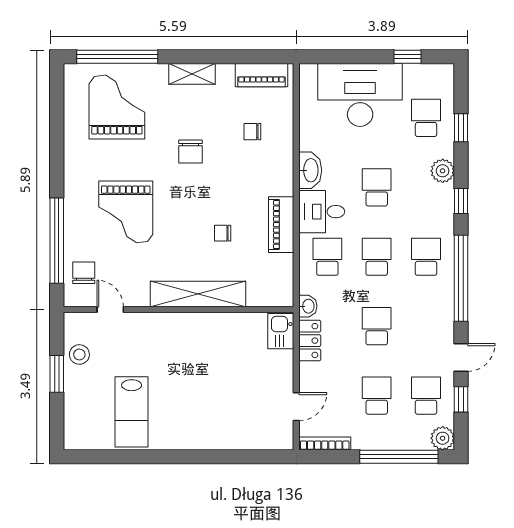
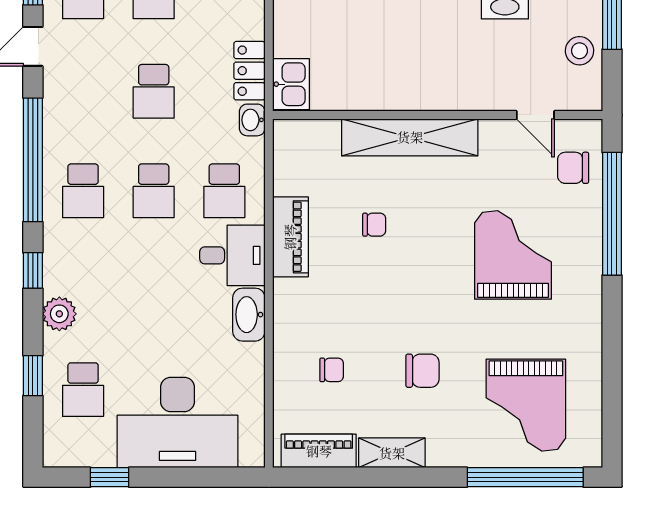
shelving: (192, 74) -> (392, 453), moved
chair: (191, 152) -> (422, 371), moved, turned 90
school desk: (377, 187) -> (154, 290), removed
chair: (84, 273) -> (573, 168), turned 90

